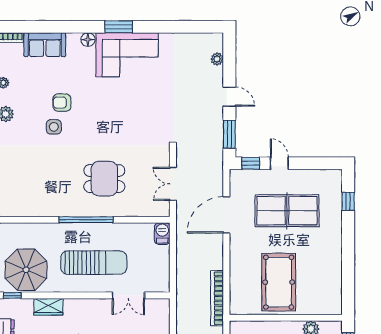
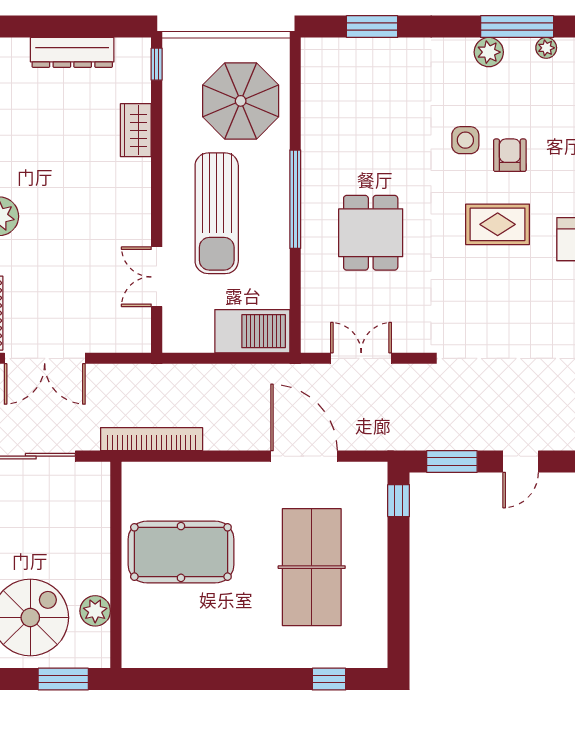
rug: (100, 109) -> (498, 224), added
door: (279, 163) -> (399, 553), removed
barbecue: (162, 234) -> (252, 331), width x1.88, depth x1.53
parasol: (26, 270) -> (241, 101), moved

